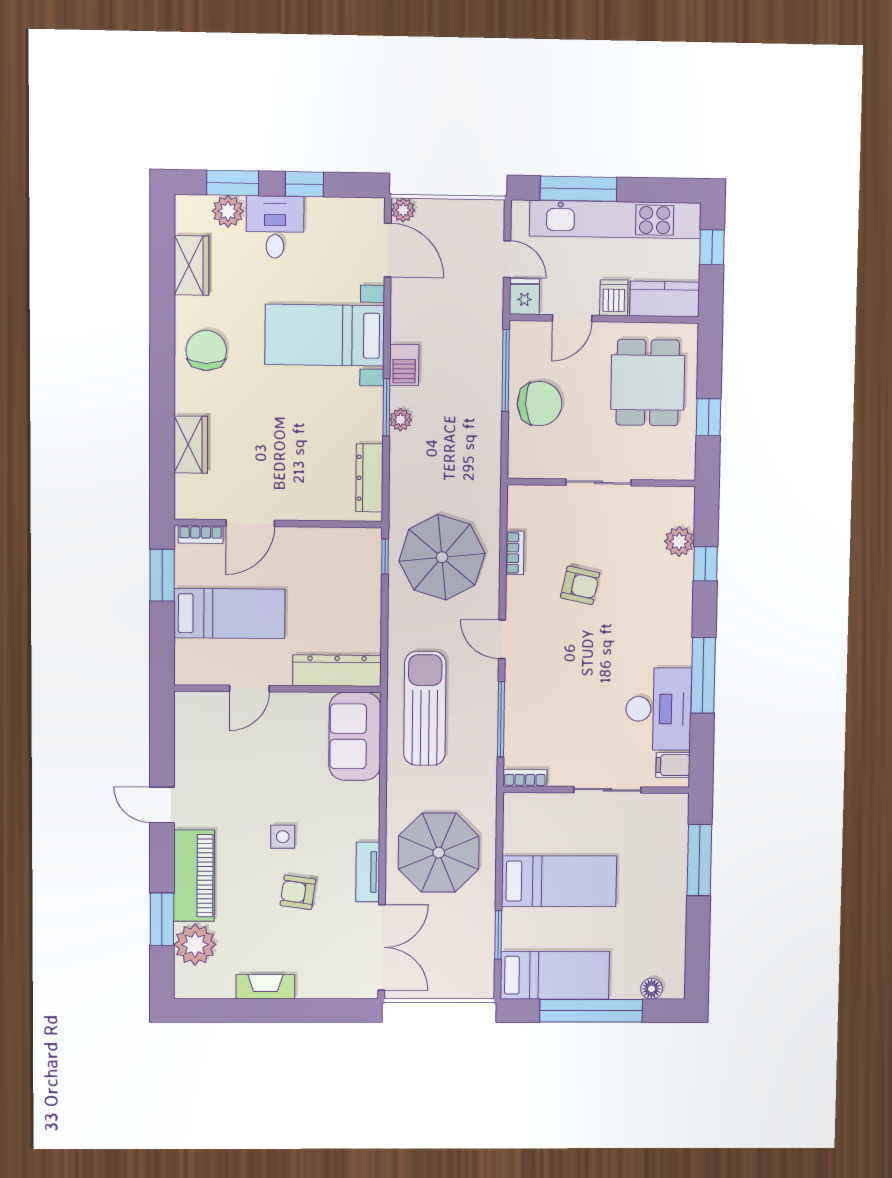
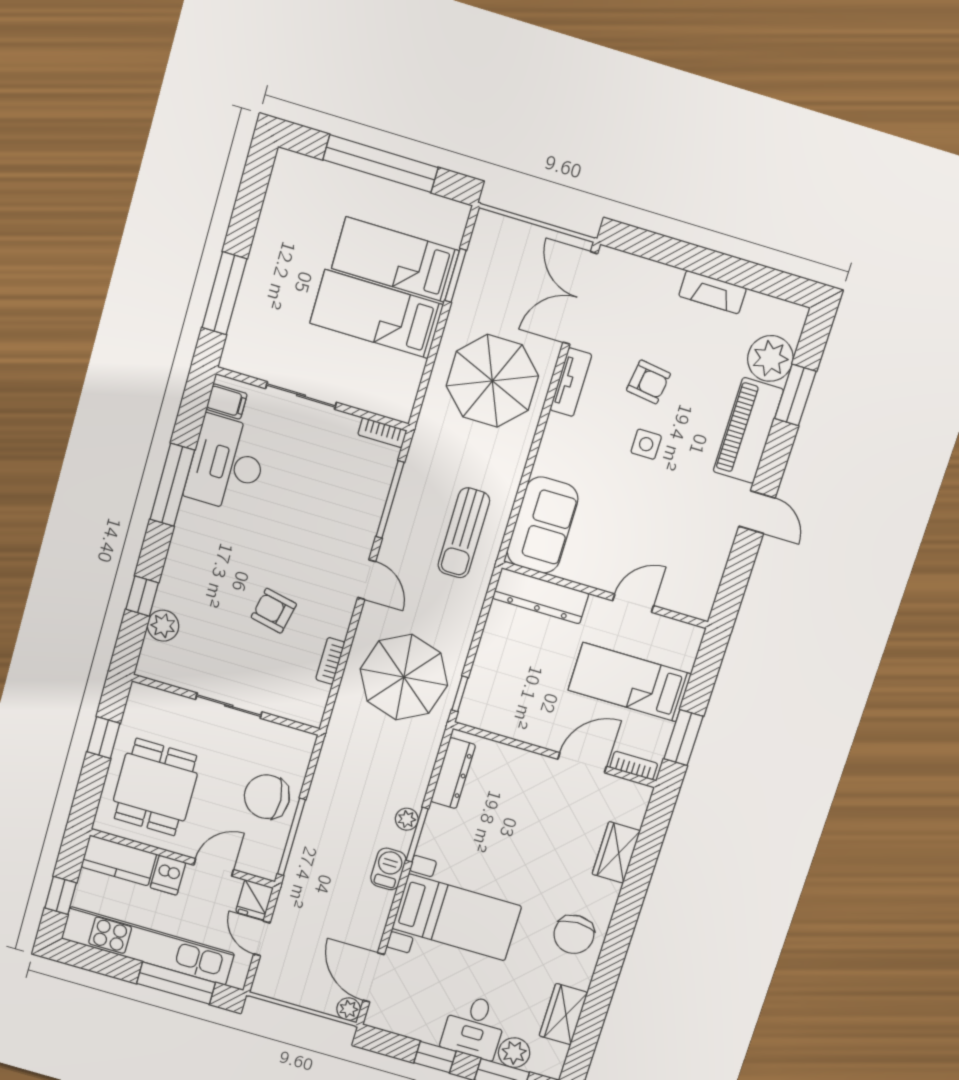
sun lounger: (425, 708) -> (464, 533), width x0.73, depth x0.75
bed: (555, 975) -> (395, 260), moved
floor lamp: (651, 989) -> (310, 169), removed

